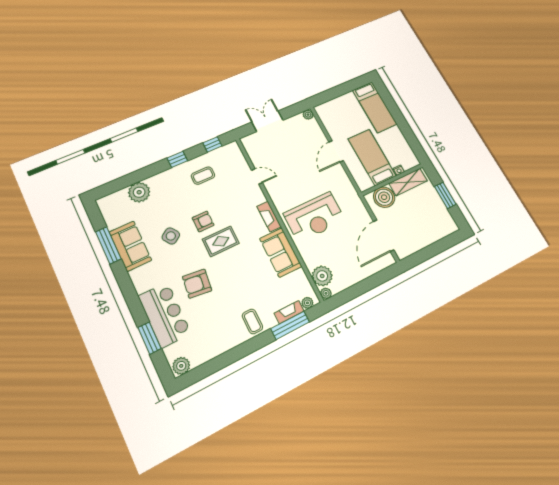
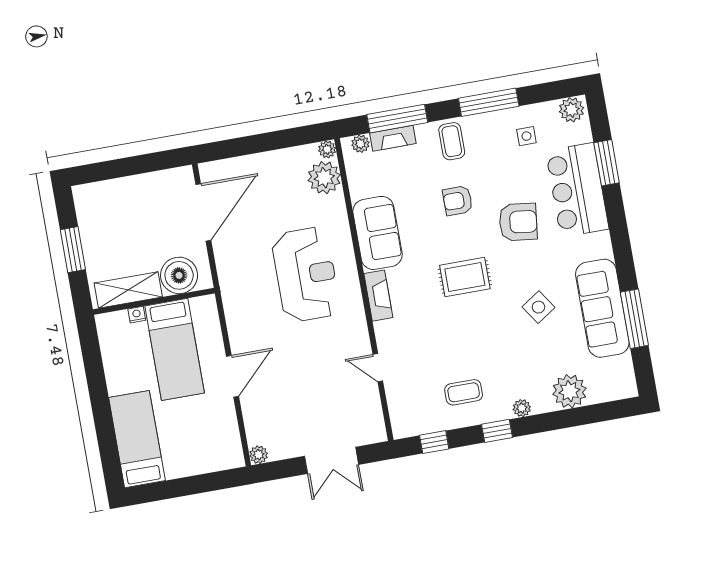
plant: (166, 176) -> (522, 408), added
reception desk: (314, 217) -> (306, 275), turned 90
armchair: (203, 221) -> (458, 201), moved
sofa: (130, 246) -> (602, 308), width x1.36
side table: (206, 339) -> (526, 136), added
window: (236, 354) -> (489, 102), added

